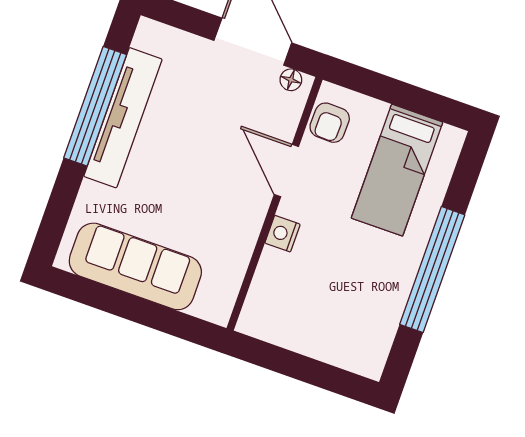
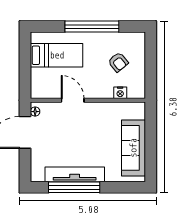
armchair: (330, 123) -> (118, 62), moved, turned 50
door: (286, 170) -> (73, 100), swing flipped
nightstand: (283, 234) -> (120, 93), moved

